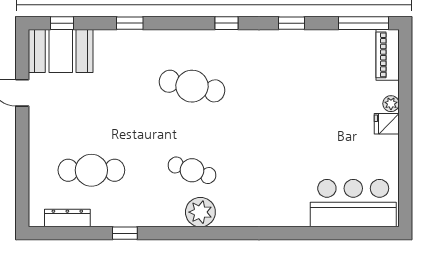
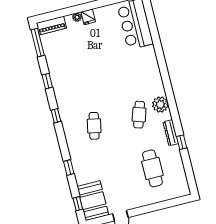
cafe table: (192, 86) -> (94, 126), width x0.73, depth x0.74
dresser: (67, 218) -> (171, 133), moved

